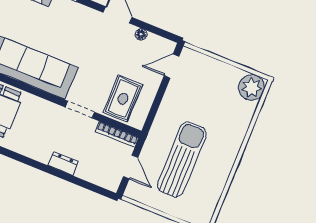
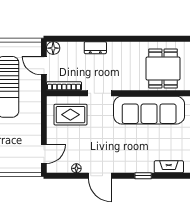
rug: (123, 99) -> (70, 115), turned 90
floor lamp: (112, 183) -> (53, 48), added

